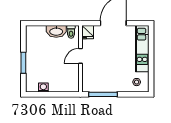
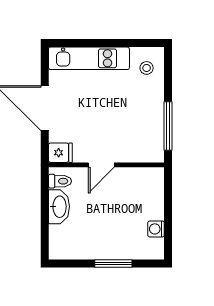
door: (80, 56) -> (101, 165), hinge flipped

